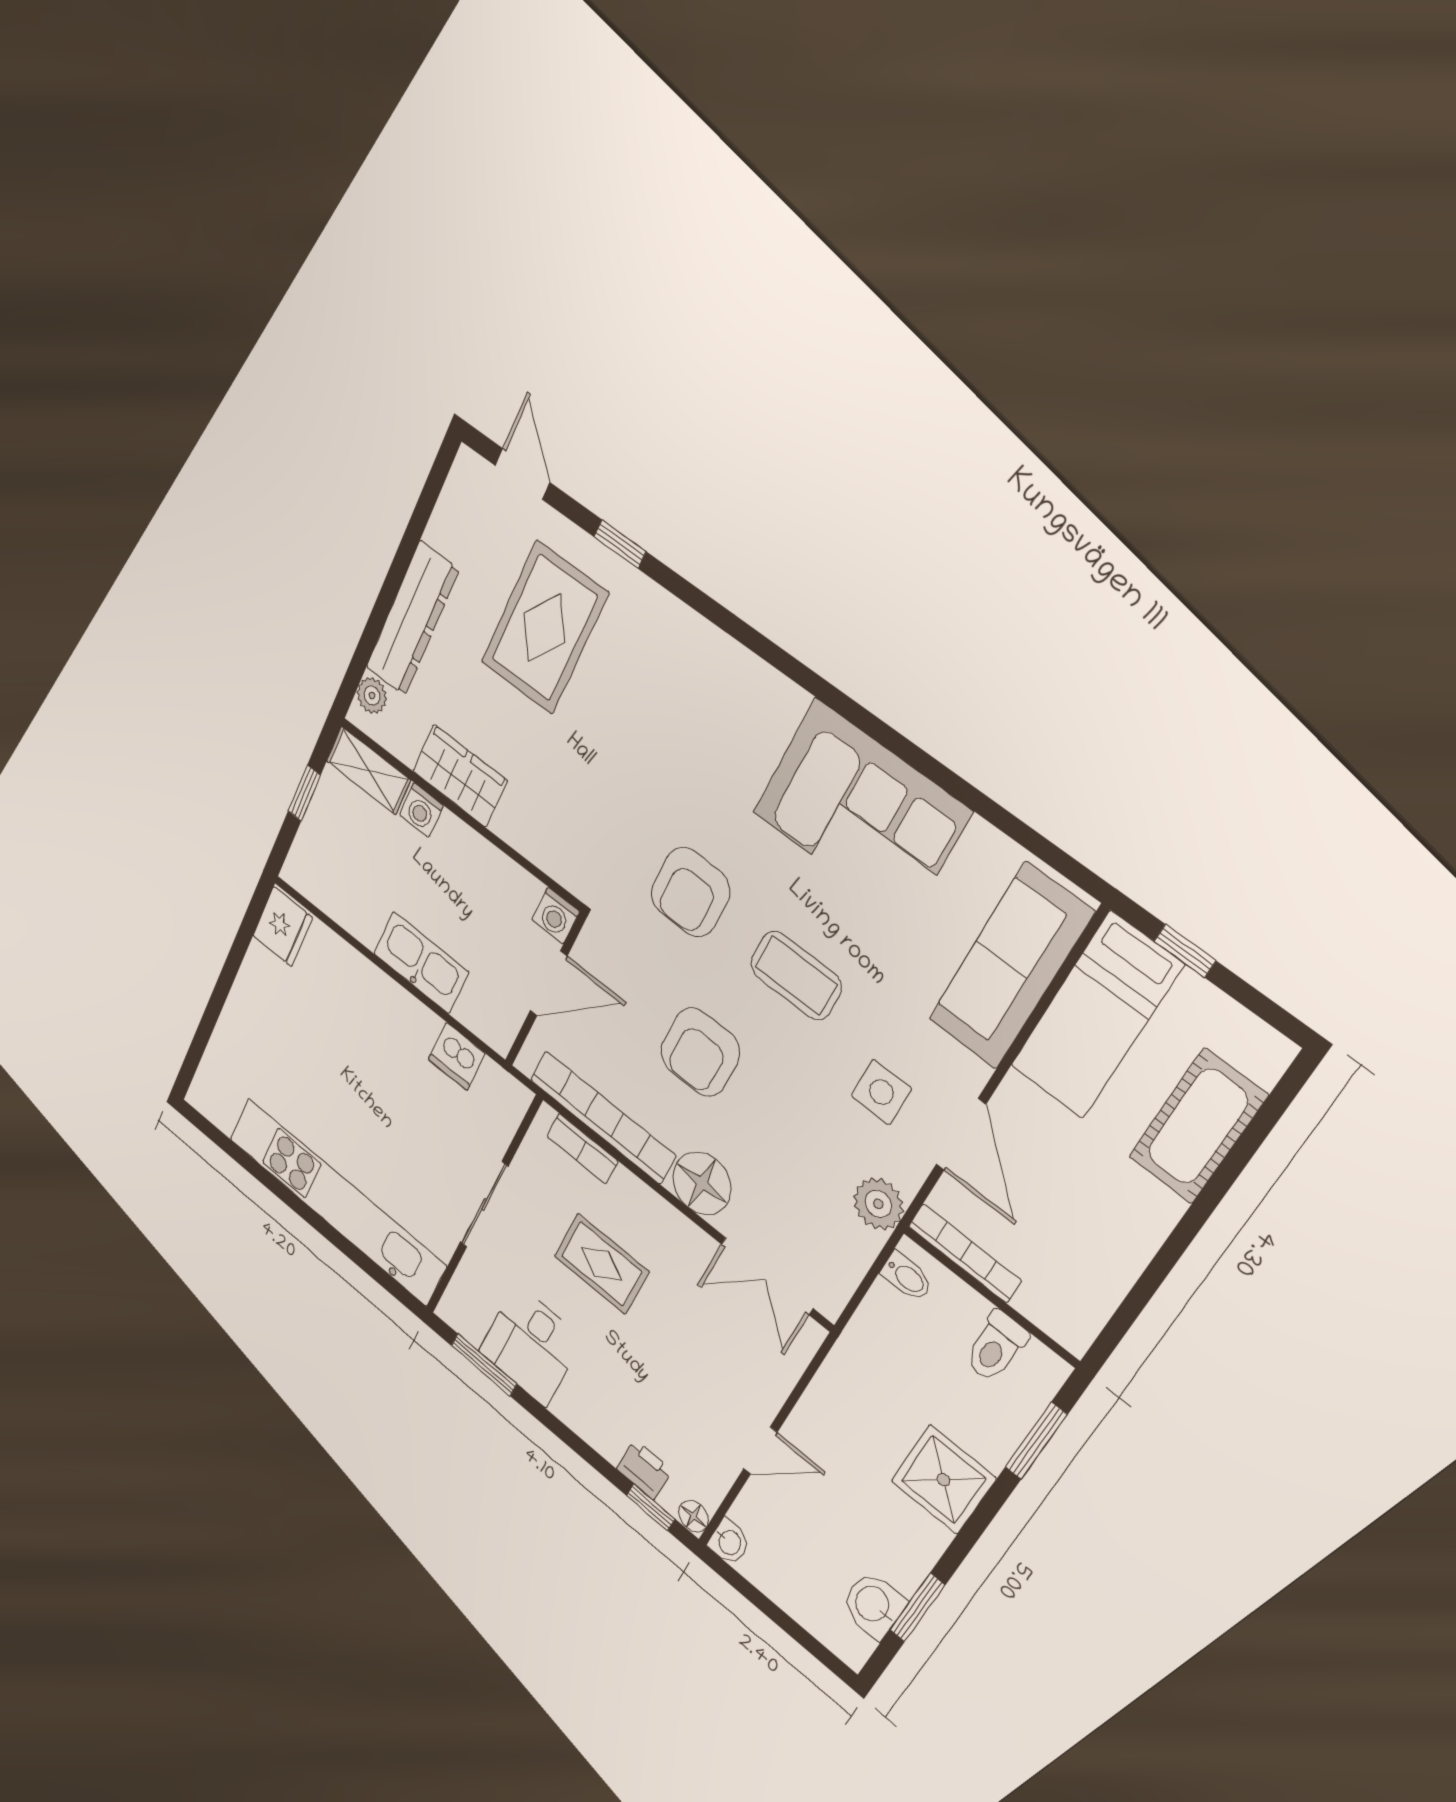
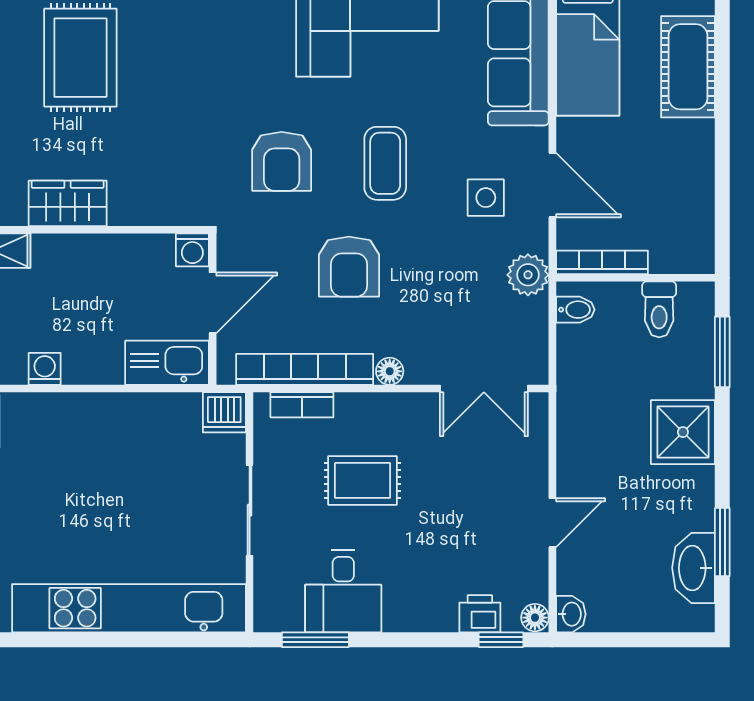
washing machine: (421, 810) -> (45, 369), moved, turned 180
kitchen sink: (421, 963) -> (167, 363), moved
coffee table: (796, 975) -> (385, 163), turned 90
dishwasher: (457, 1056) -> (224, 412), moved
floor lamp: (702, 1183) -> (390, 371), width x0.53, depth x0.53
washbasin: (873, 1605) -> (693, 568), width x1.38

